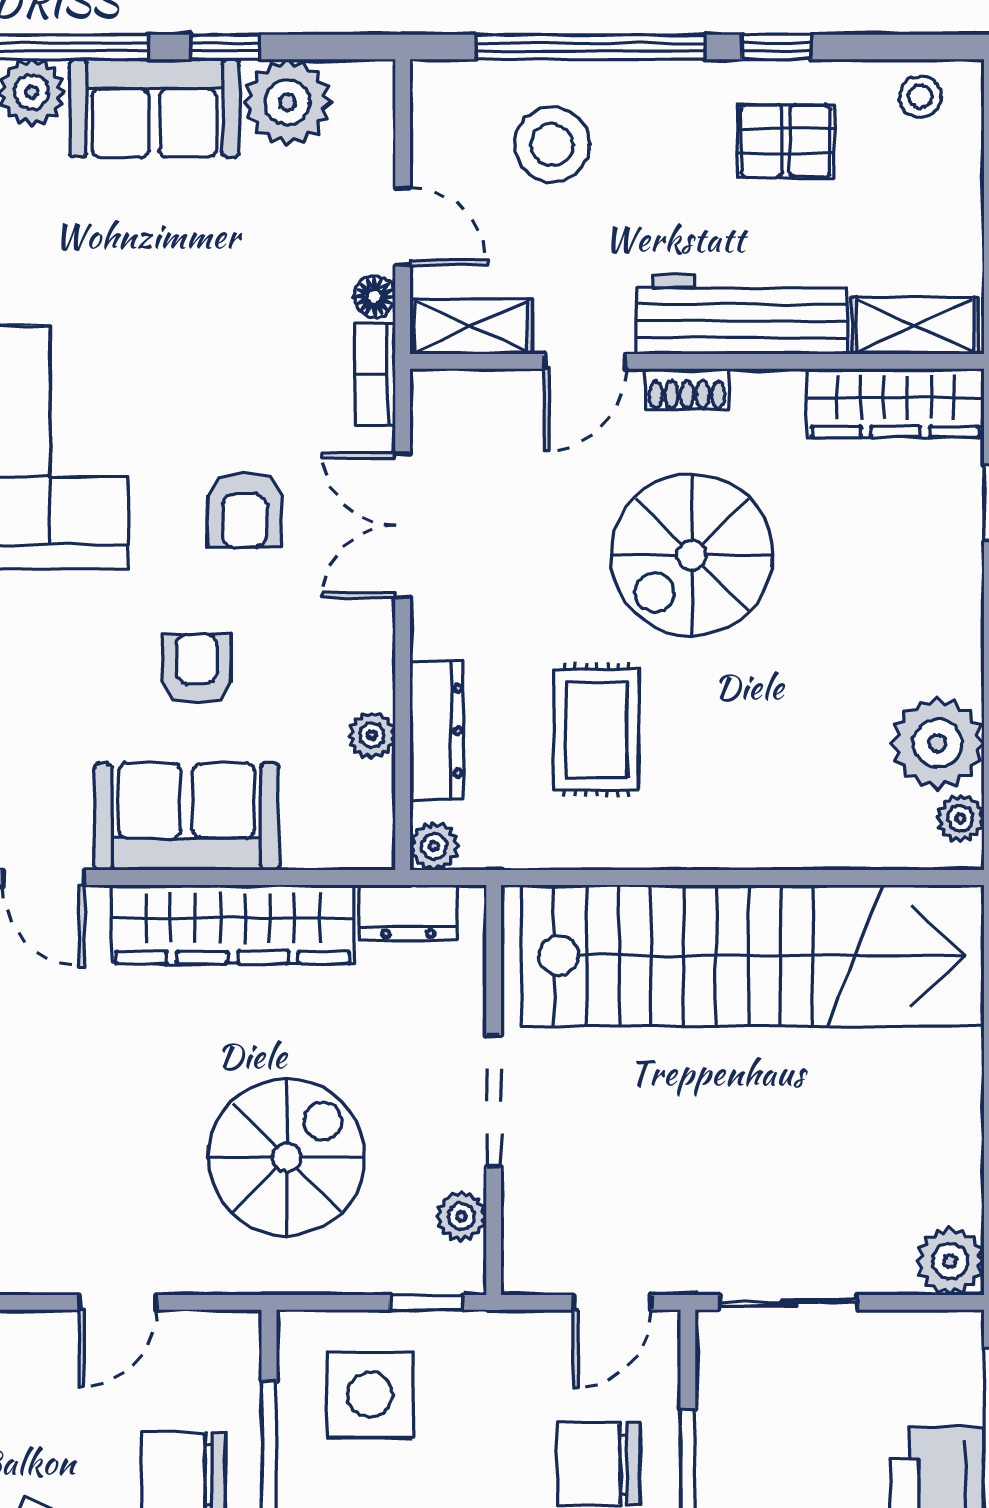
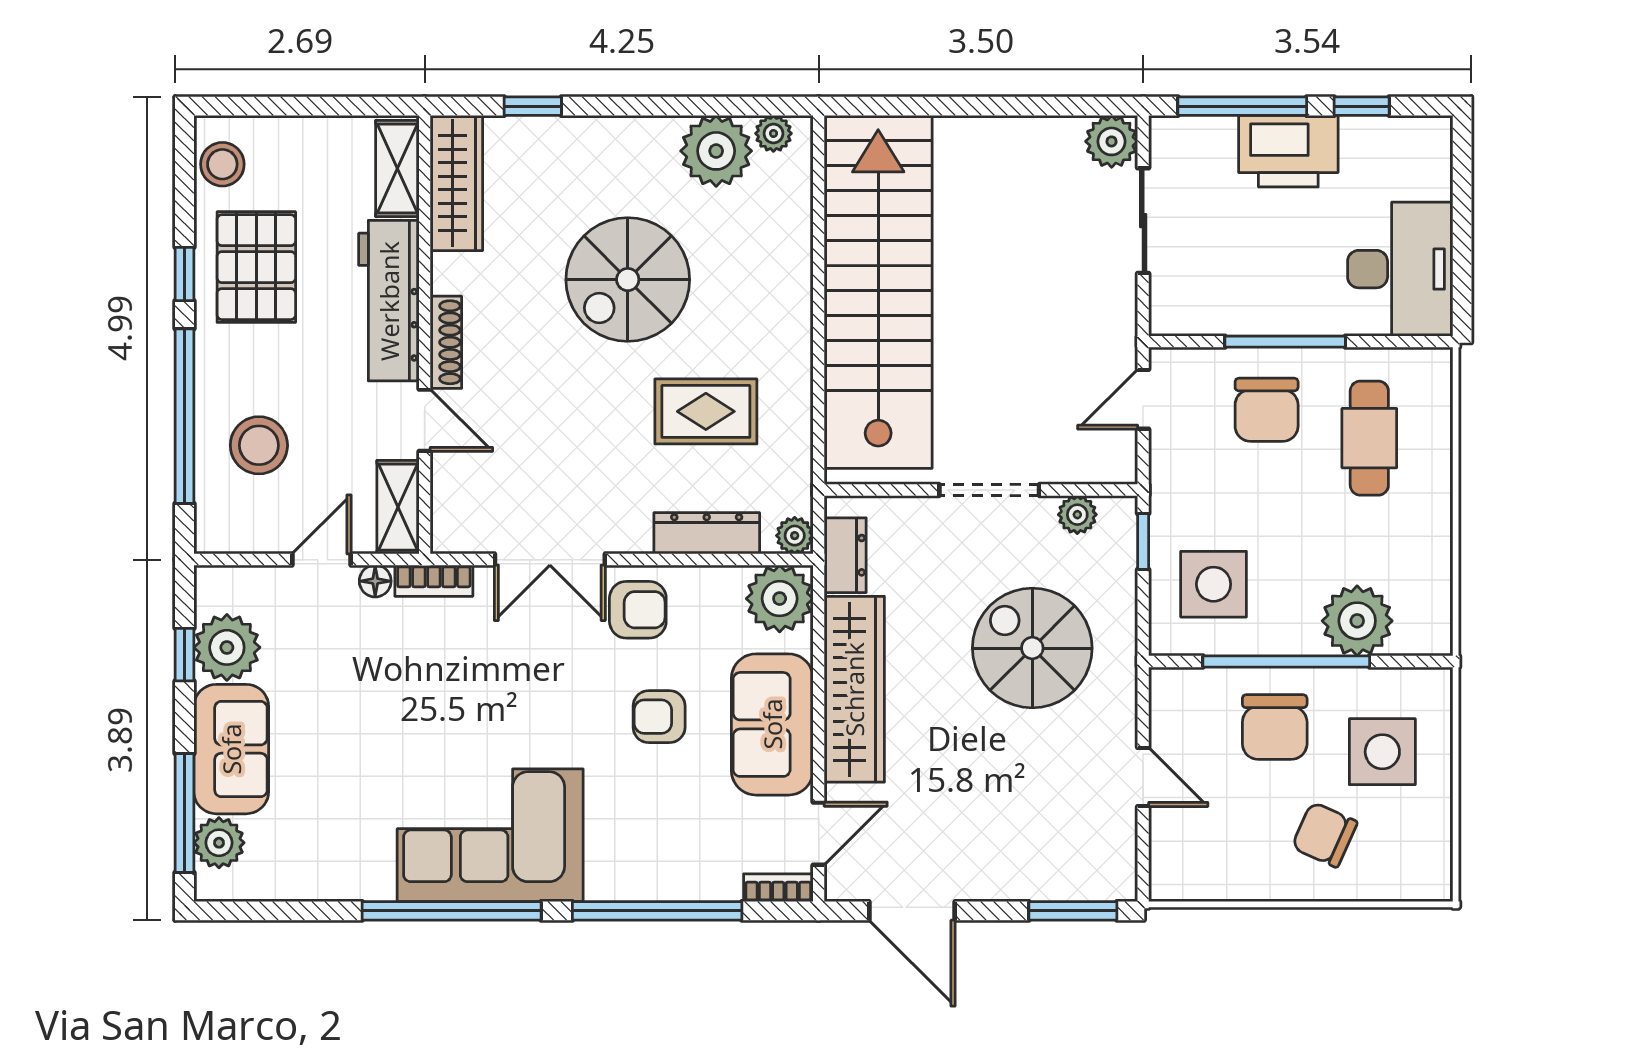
window: (225, 47) -> (184, 655), moved
stool: (920, 97) -> (222, 164), width x1.37, depth x1.37
pallet: (785, 141) -> (256, 267), width x1.50, depth x1.42
shoe rack: (687, 389) -> (446, 342), width x1.43
armchair: (244, 510) -> (638, 610), moved
spiral stairs: (692, 555) -> (628, 280), moved, turned 90
plant: (372, 735) -> (780, 599), moved, width x1.88, depth x1.88
door: (612, 1302) -> (1143, 399), swing flipped
sliding door: (789, 1302) -> (1143, 221), moved

